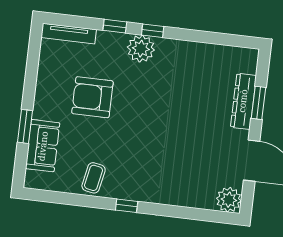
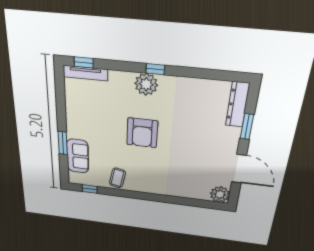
window: (115, 26) -> (84, 62), moved
armchair: (92, 97) -> (142, 133), moved, turned -90
dresser: (243, 101) -> (237, 105), moved
window: (127, 206) -> (90, 189), moved

